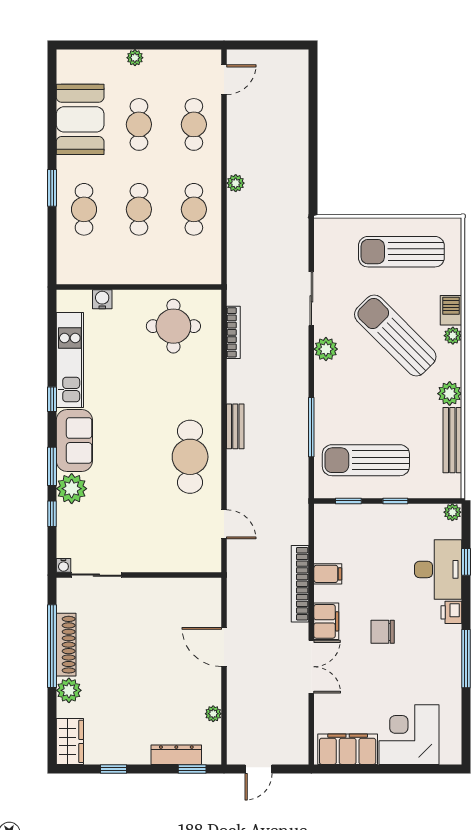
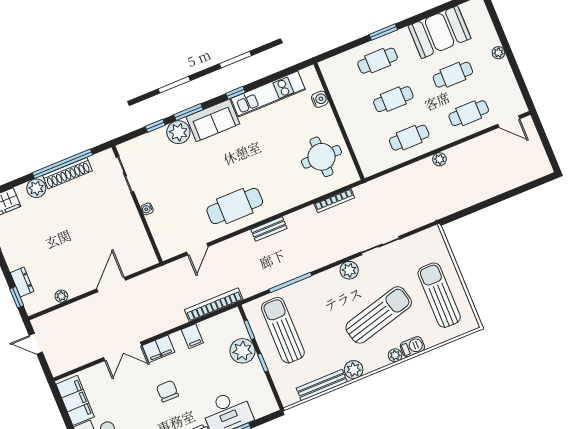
sun lounger: (395, 336) -> (379, 315), turned 30
plant: (452, 512) -> (242, 351), moved, width x1.87, depth x1.87
water cooler: (63, 565) -> (147, 209), moved
bookcase: (300, 584) -> (214, 305), moved
dresser: (176, 755) -> (22, 282), width x0.70

